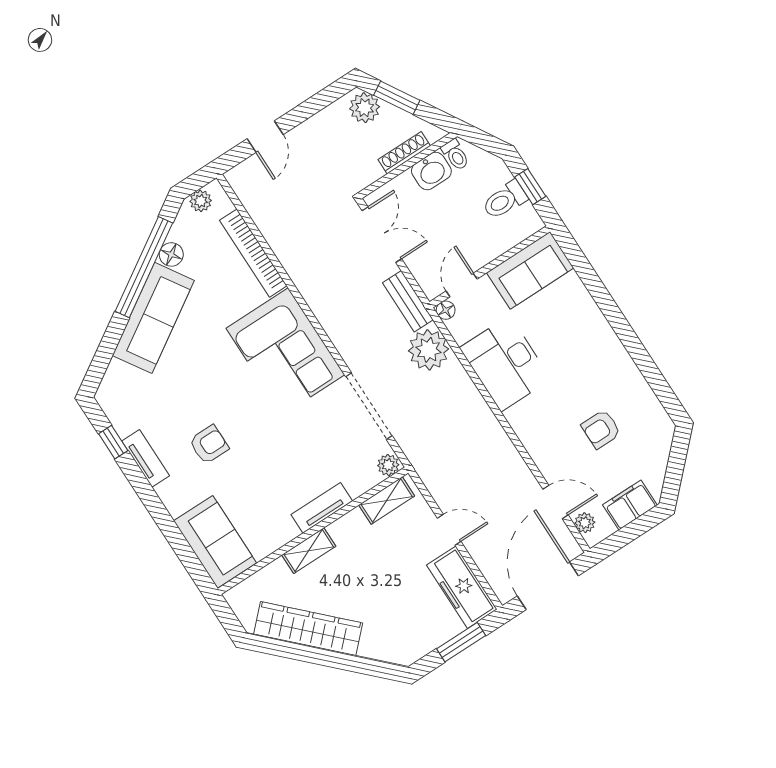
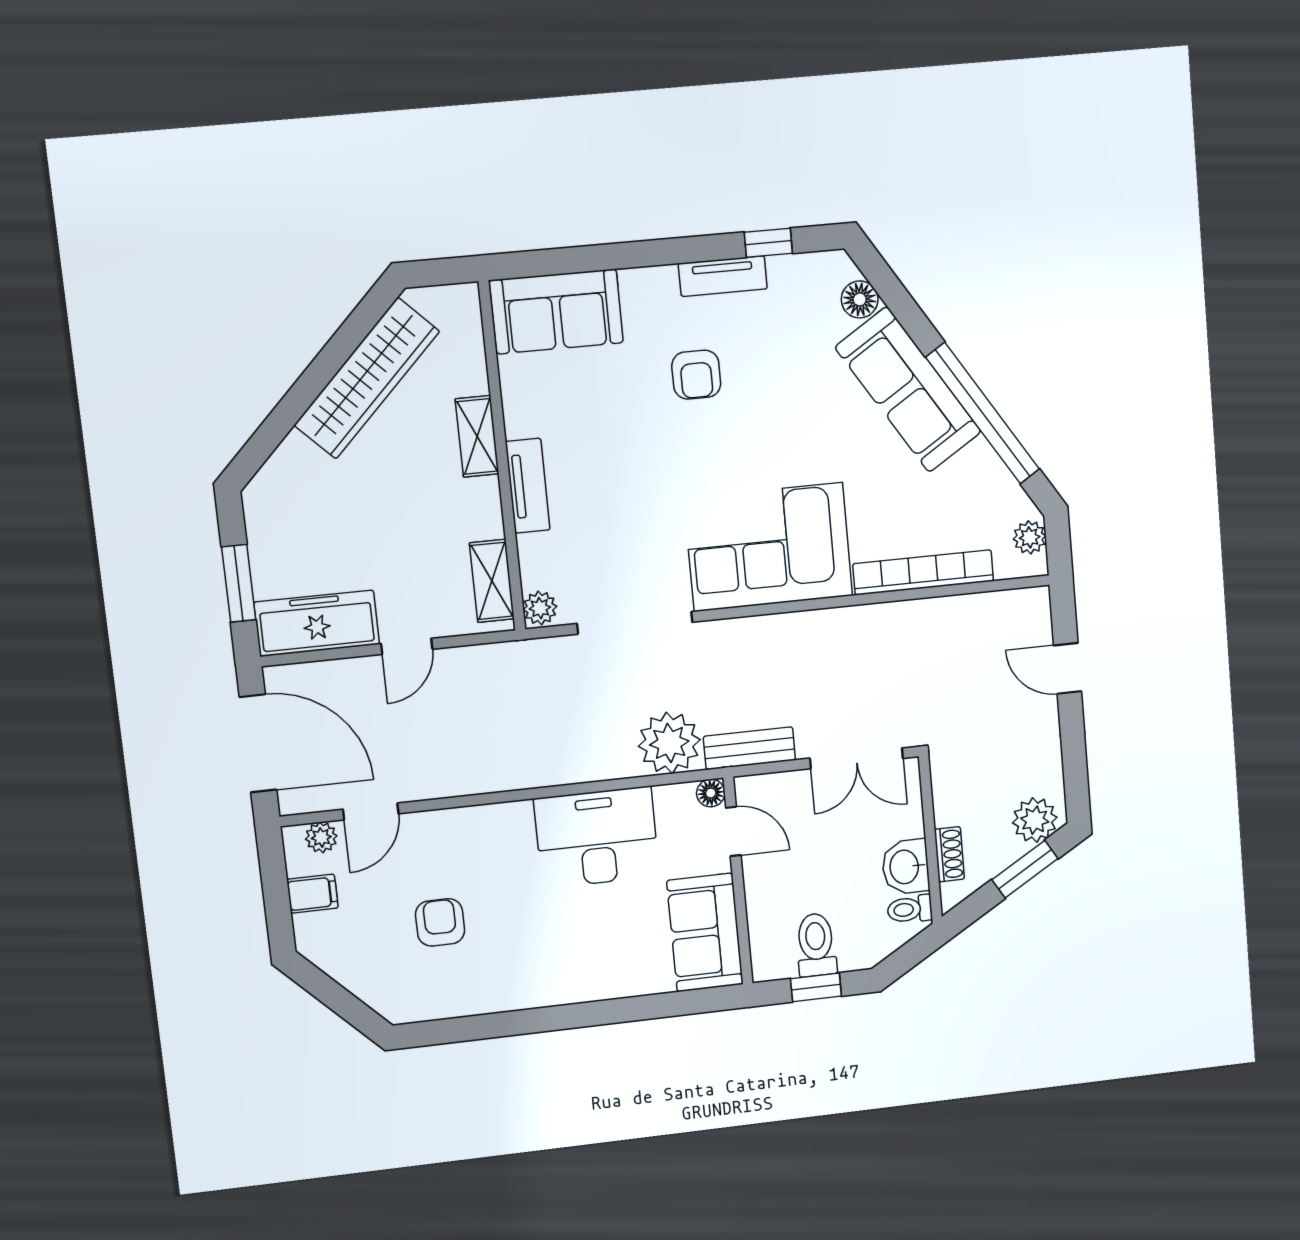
shoe rack: (404, 153) -> (949, 854), width x0.70
floor lamp: (171, 254) -> (860, 299), moved
filing cabinet: (630, 505) -> (312, 894), width x0.50

